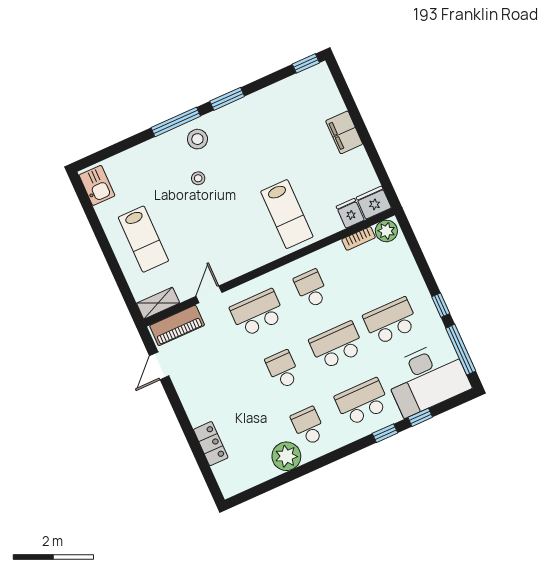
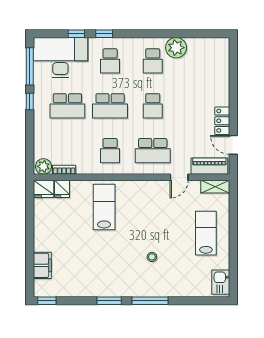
filing cabinet: (344, 132) -> (42, 265), moved
stool: (197, 139) -> (141, 283), removed
door: (159, 366) -> (233, 145), swing flipped
school desk: (362, 402) -> (110, 61), width x0.54
locker: (211, 444) -> (222, 121), moved

